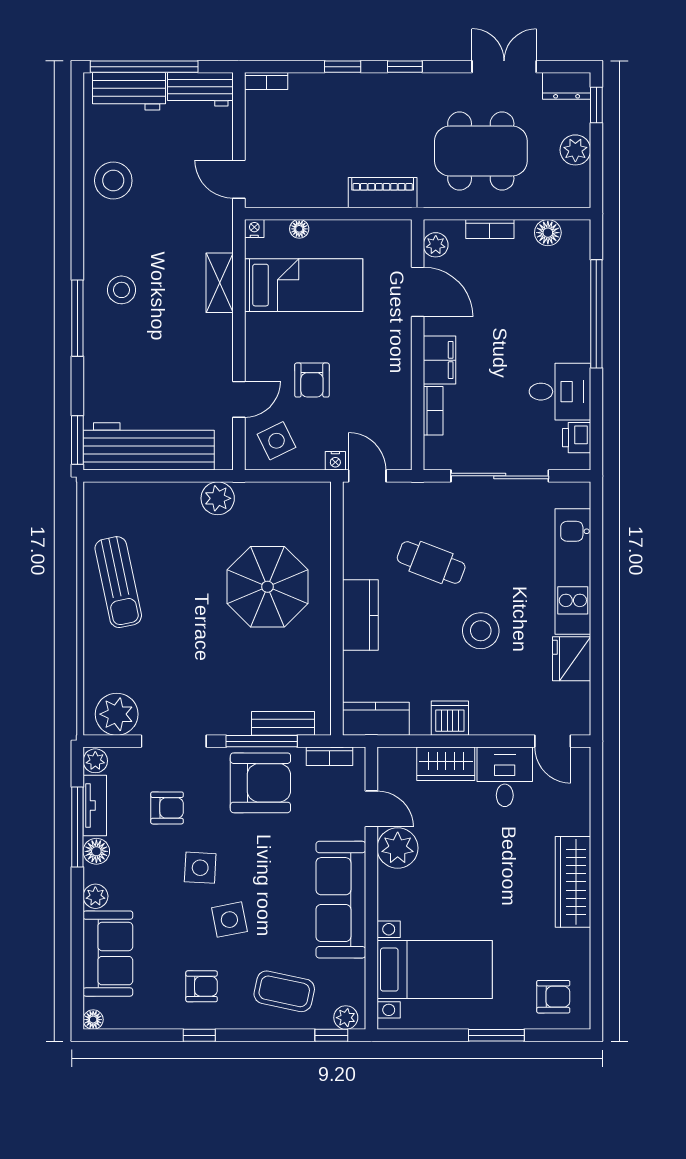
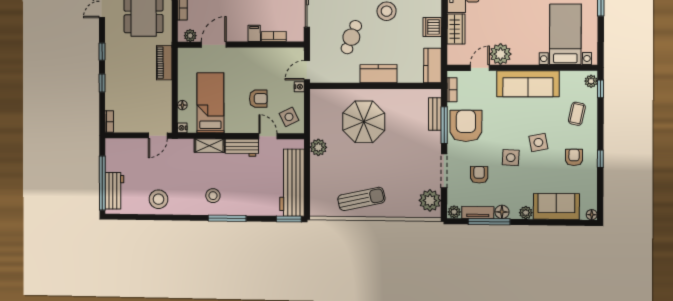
workbench: (200, 89) -> (242, 148), moved, turned 90
filing cabinet: (439, 360) -> (254, 33), width x0.50
coffee table: (284, 991) -> (577, 114), width x0.73, depth x0.77

